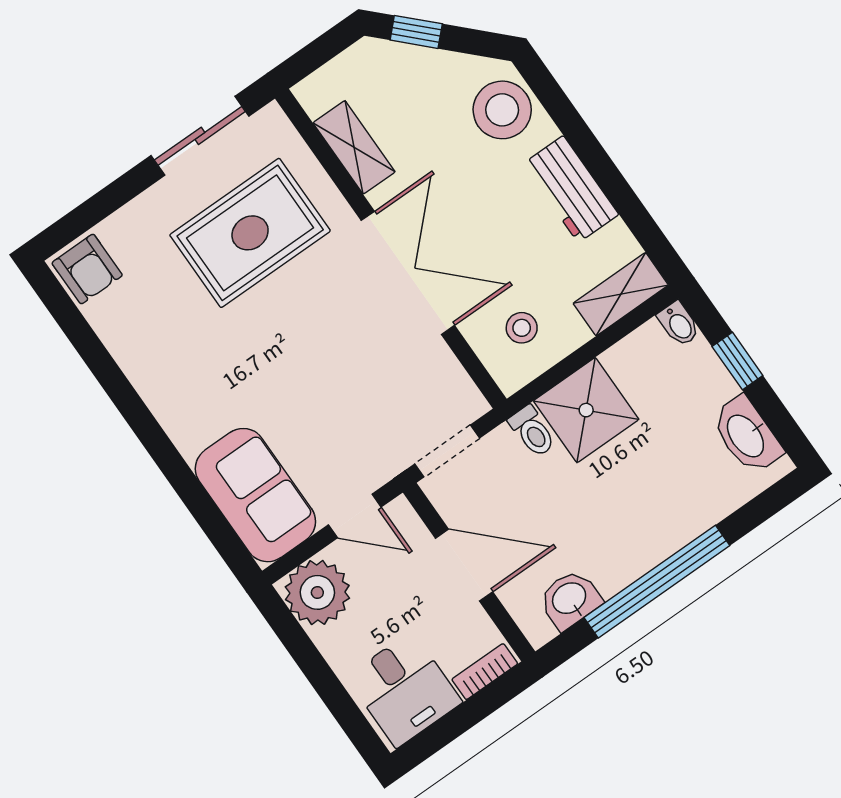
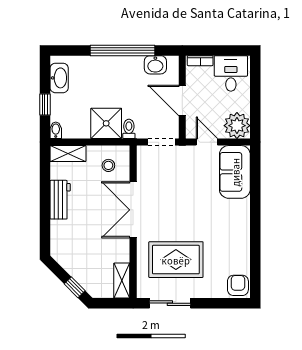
stool: (502, 110) -> (64, 242), removed
shelving: (354, 147) -> (122, 280), moved

